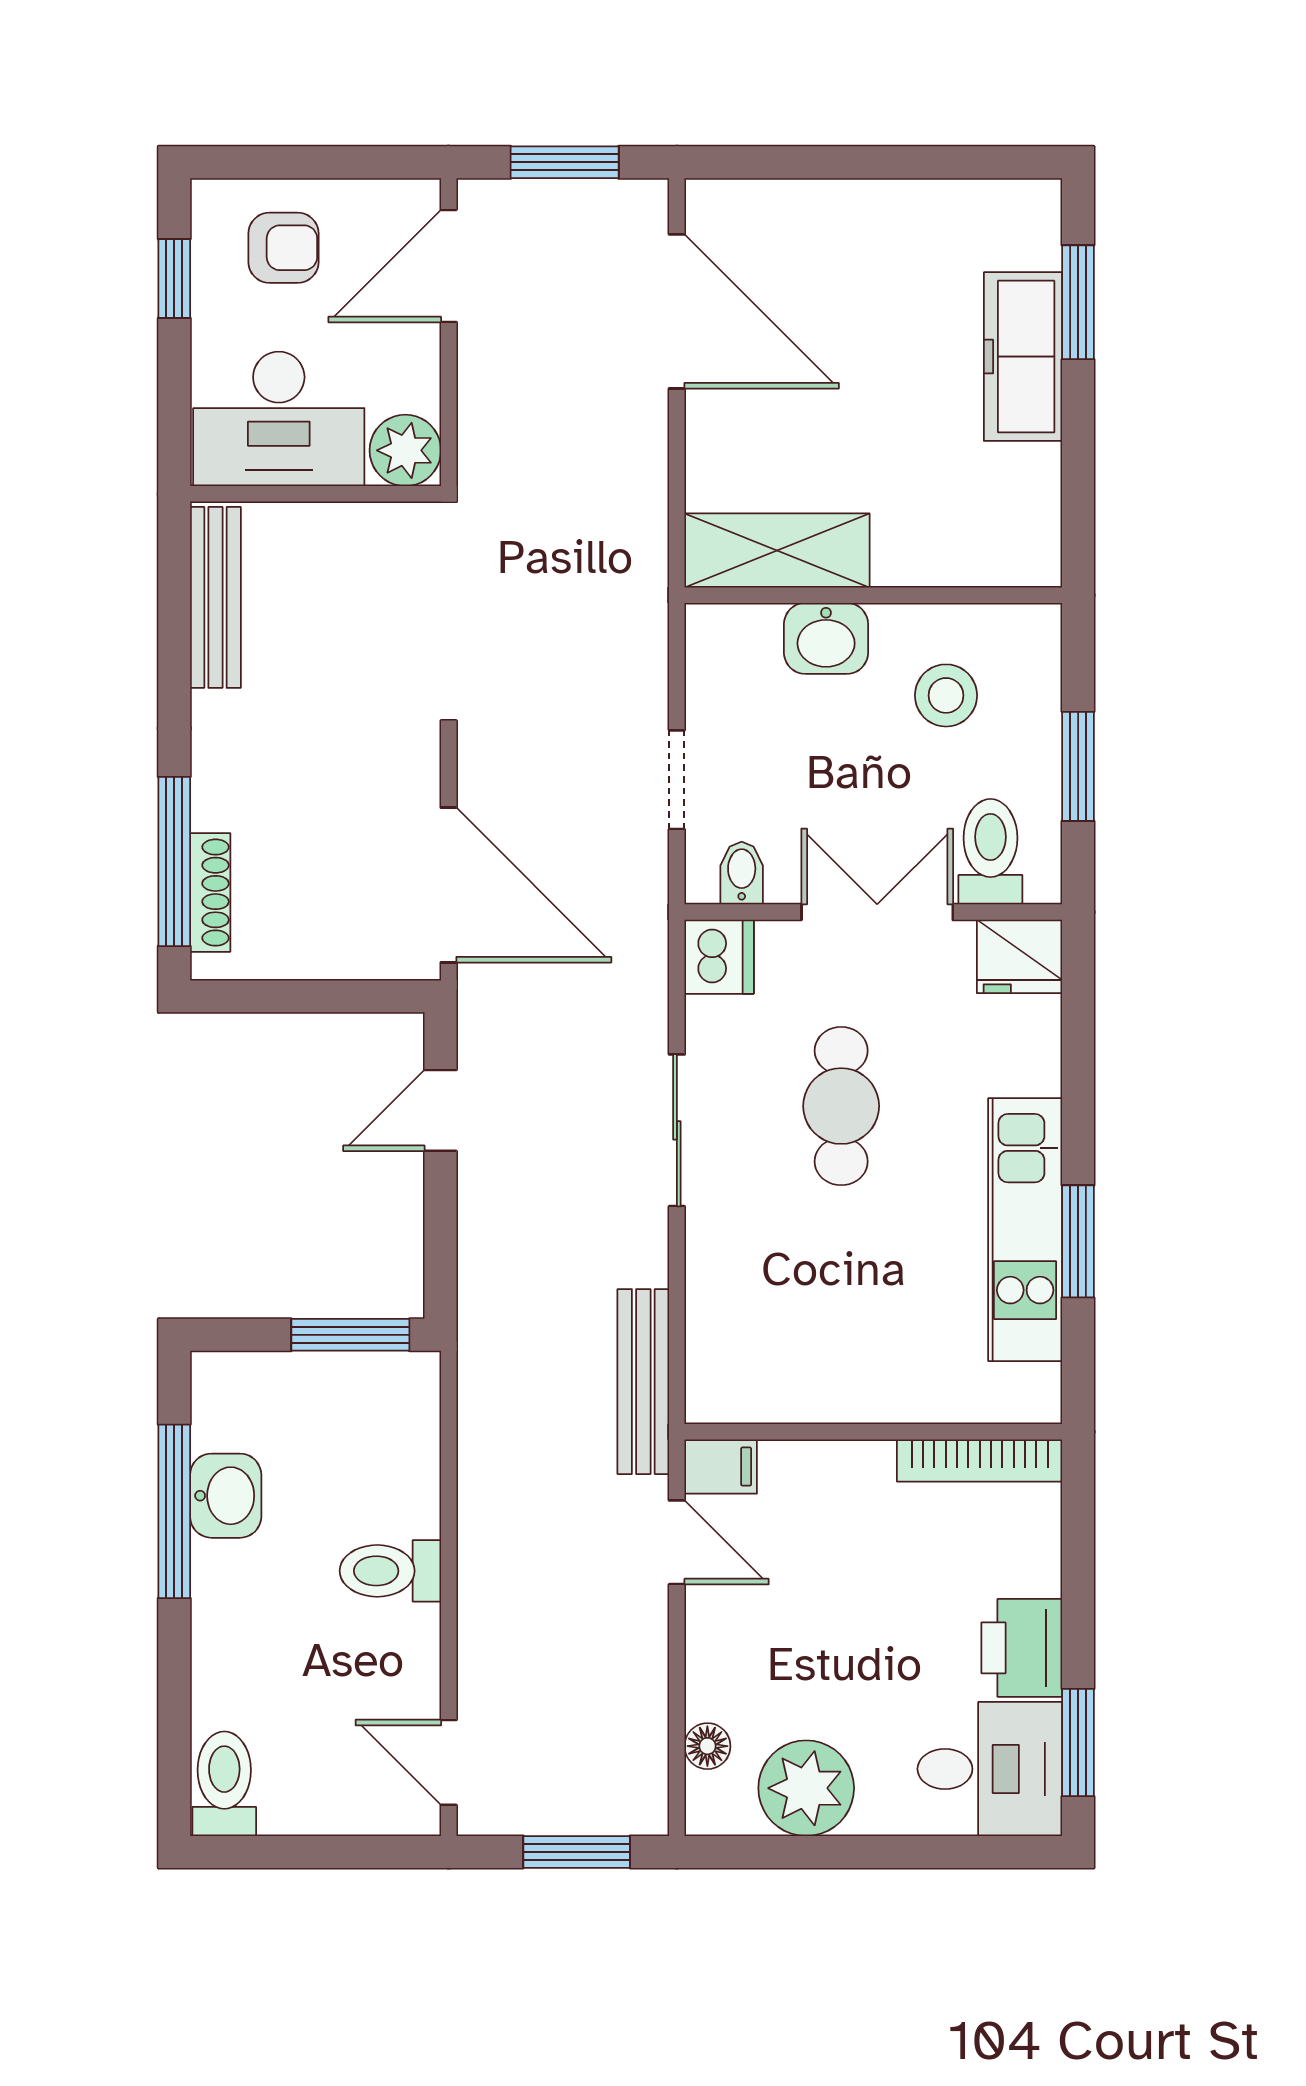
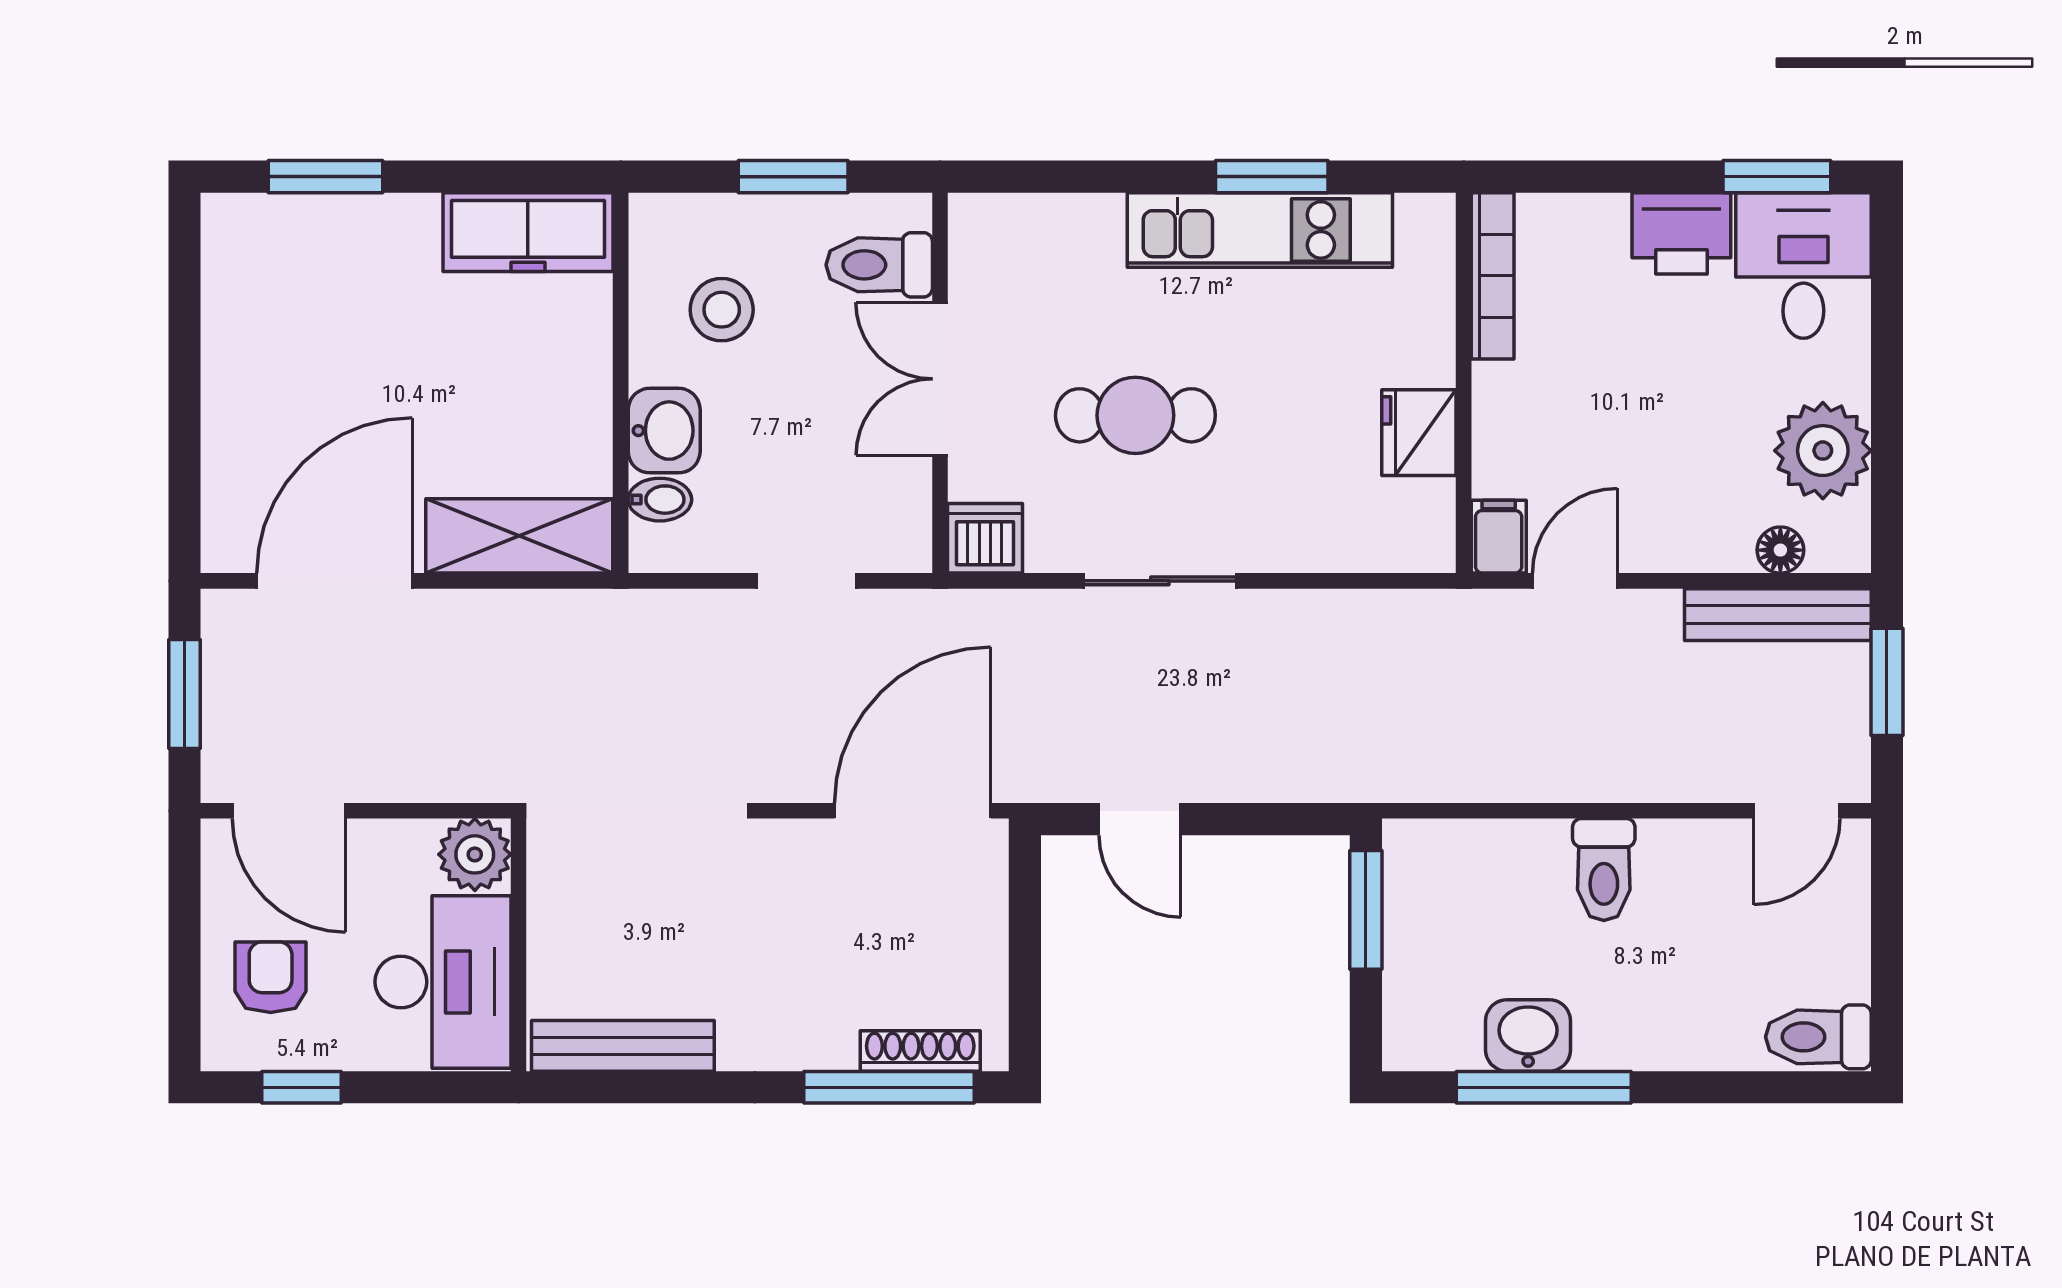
freezer: (1023, 357) -> (528, 232), moved
shelving: (777, 551) -> (519, 536), moved, turned 90
bidet: (742, 873) -> (660, 500), moved, turned 180
fridge: (1019, 956) -> (1419, 433), moved, turned 180
bench: (643, 1382) -> (1778, 615), moved

